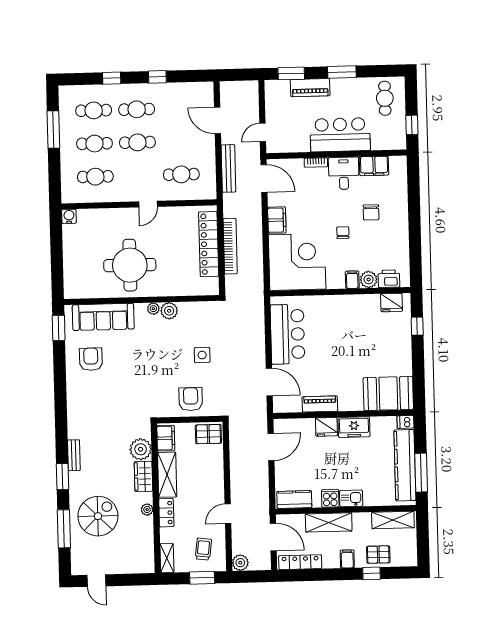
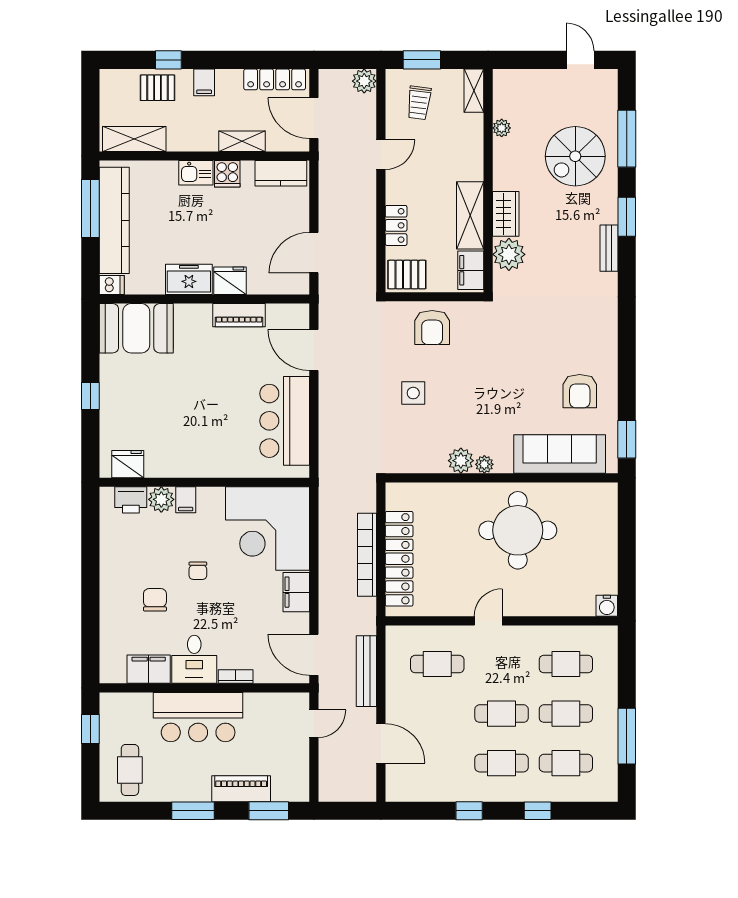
window: (417, 326) -> (90, 396), moved
plant: (147, 510) -> (502, 128), moved
locker: (166, 513) -> (396, 225), moved, turned 180
shelving: (329, 522) -> (242, 141), width x0.67, depth x0.75

